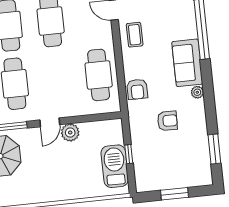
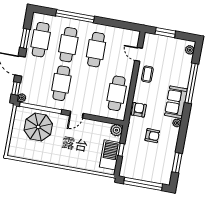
armchair: (137, 89) -> (139, 110), turned 180
plant: (70, 132) -> (116, 130), moved
window: (174, 194) -> (143, 184), width x2.11

